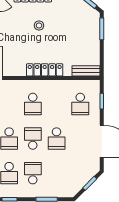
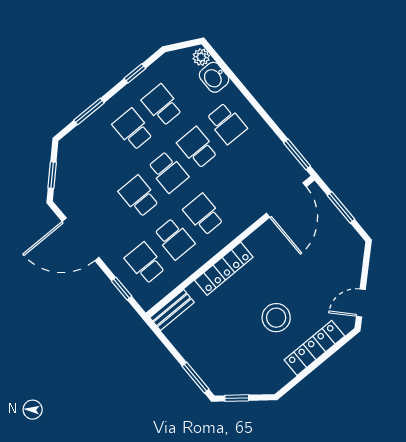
stool: (39, 26) -> (276, 318), width x1.89, depth x1.89
school desk: (57, 104) -> (174, 239), added
school desk: (33, 173) -> (133, 129), turned 180

